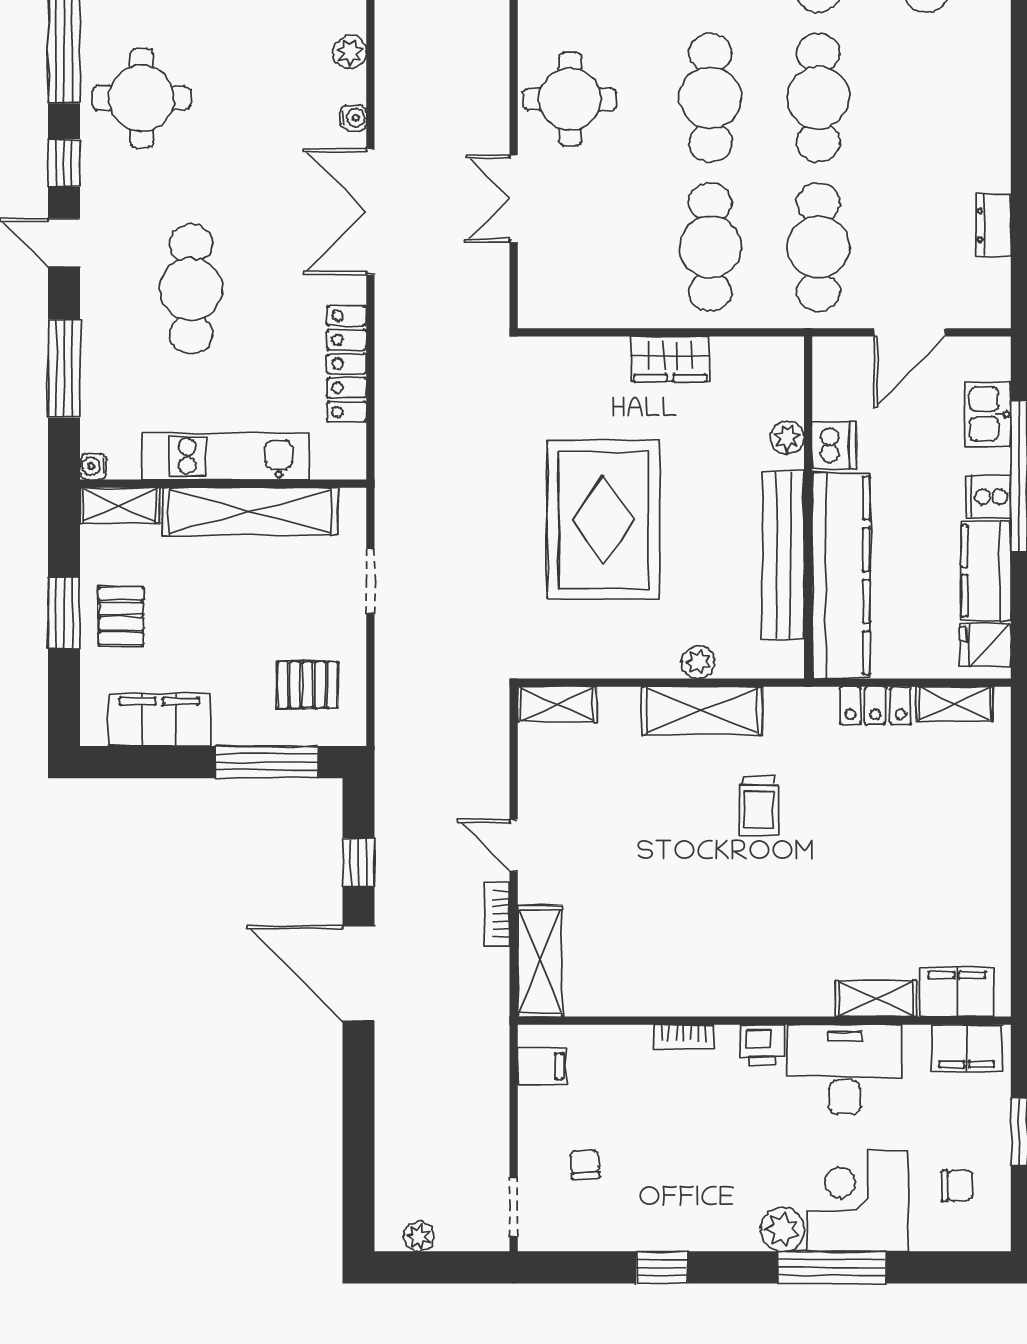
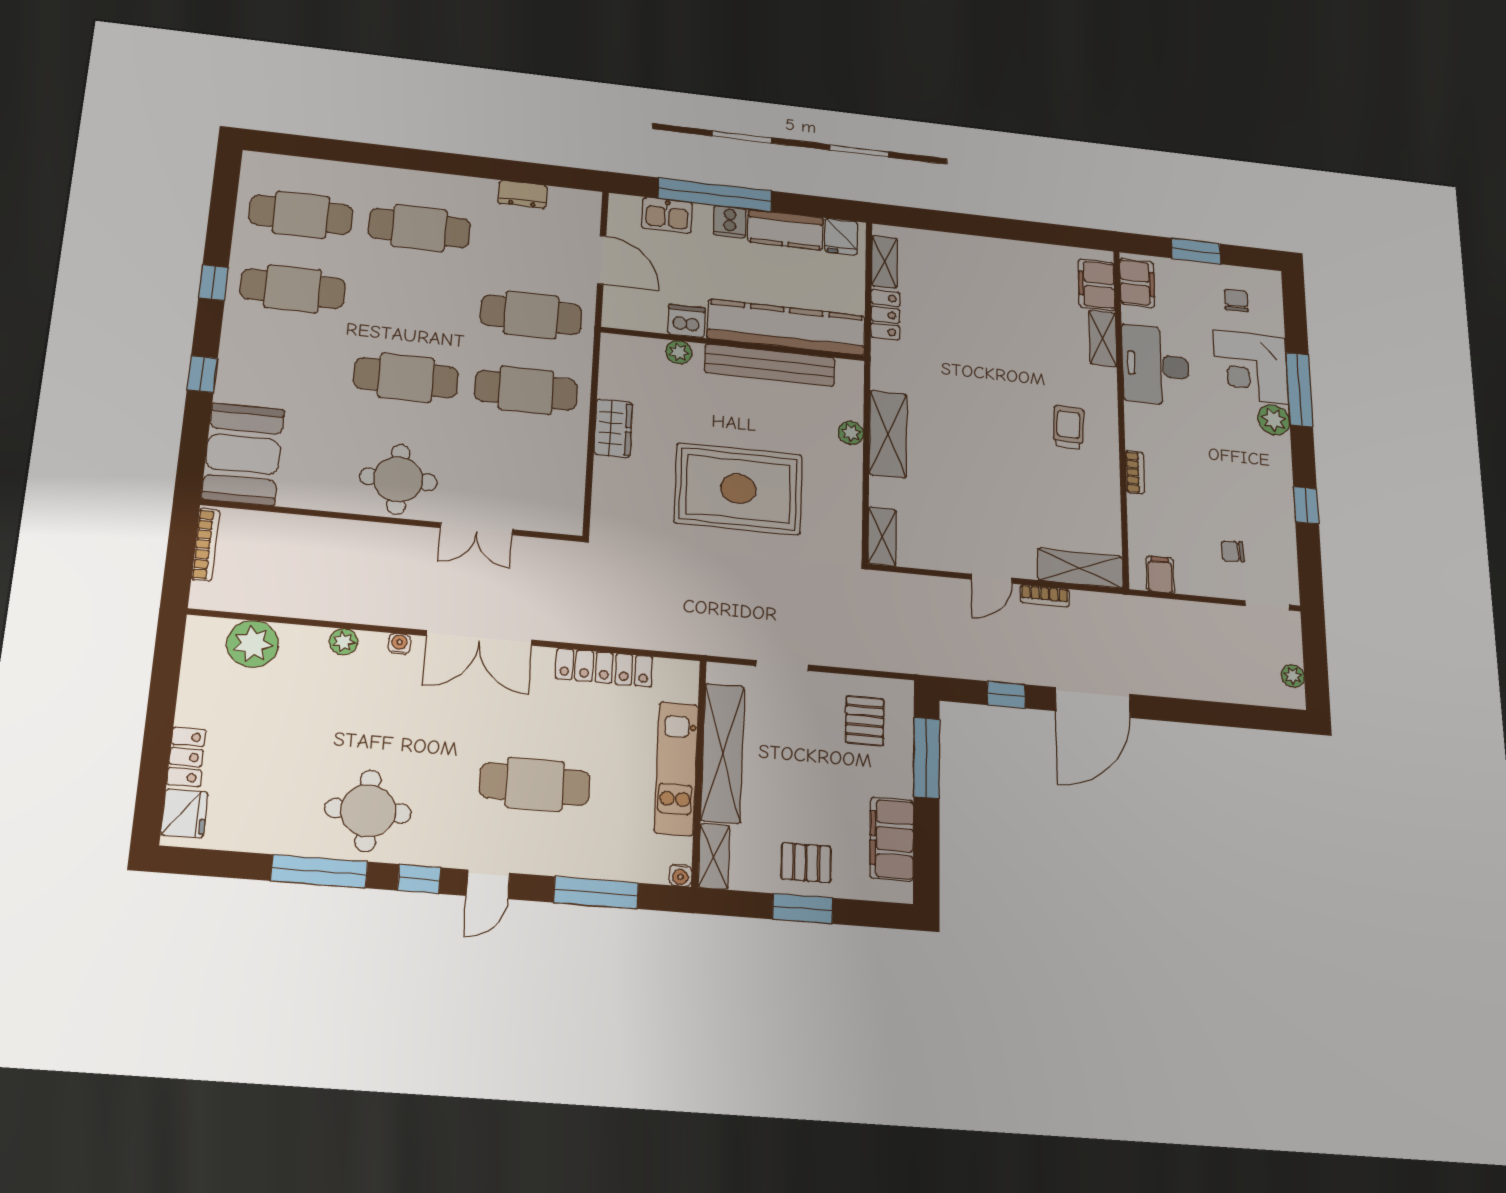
cafe table: (818, 98) -> (419, 228), moved
trolley: (759, 806) -> (1068, 427), moved, turned -87
printer: (763, 1045) -> (1139, 419), removed

